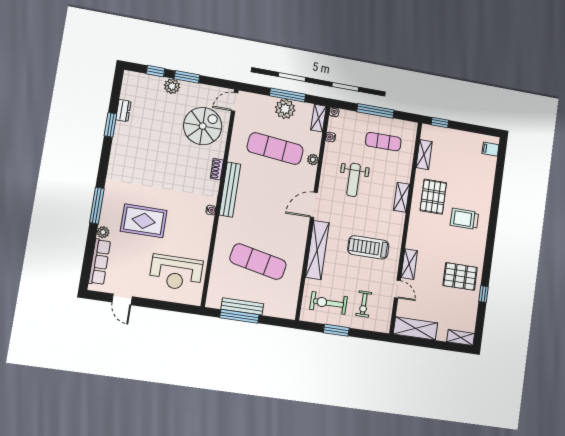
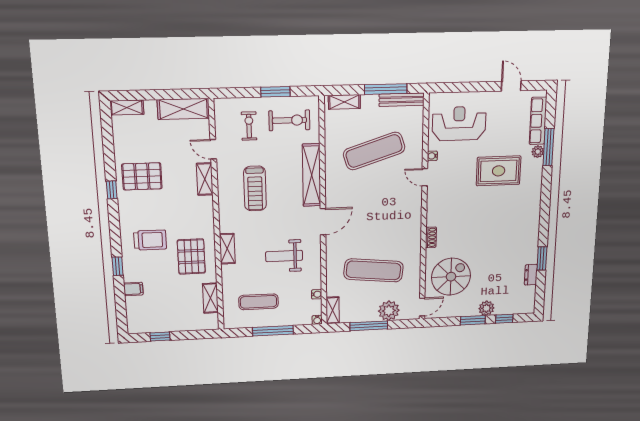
plant: (285, 109) -> (389, 311), moved
window: (440, 122) -> (160, 337), moved
spiral stairs: (203, 126) -> (451, 277), turned 180
filing cabinet: (490, 149) -> (133, 289), moved
plant: (313, 160) -> (332, 268), removed
weight bench: (354, 180) -> (284, 256), turned -90
bench: (230, 190) -> (415, 220), removed
window: (495, 201) -> (118, 266), added
window: (97, 206) -> (548, 147), moved
water cooler: (211, 210) -> (432, 156), moved
door: (215, 228) -> (425, 177), added
treadmill: (368, 247) -> (255, 189), turned 90
exercise mat: (258, 262) -> (374, 151), turned -30
window: (483, 294) -> (112, 190), moved
bench: (242, 306) -> (402, 100), moved
shelving: (278, 311) -> (344, 102), added

